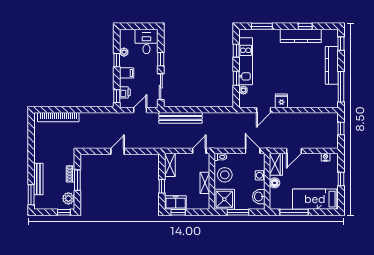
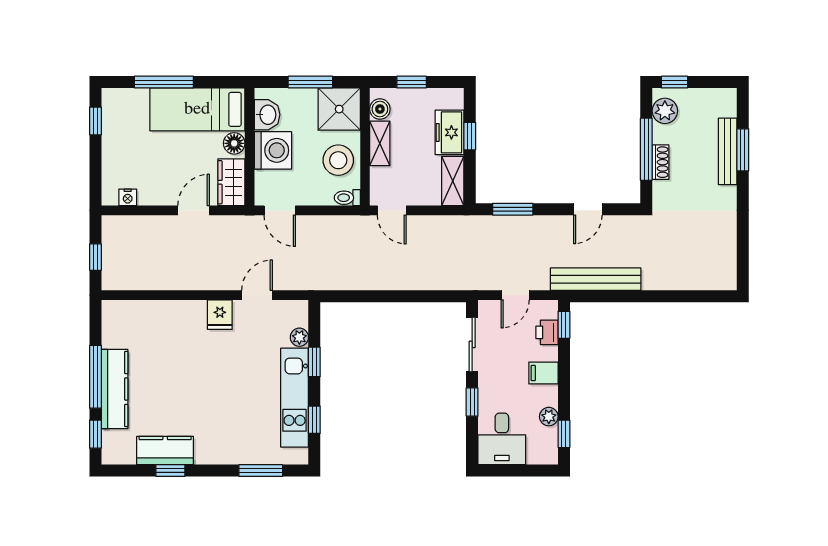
kitchen counter: (301, 36) -> (165, 450), width x0.67
window: (117, 60) -> (564, 434), moved
window: (341, 87) -> (95, 377), moved
bookcase: (58, 117) -> (686, 281), removed
bench: (180, 118) -> (596, 279), moved
door: (117, 151) -> (588, 209), moved
window: (141, 151) -> (513, 209), added
door: (199, 151) -> (392, 210), hinge flipped
washing machine: (260, 175) -> (273, 150), width x1.89, depth x1.89
window: (341, 179) -> (95, 121), moved
window: (77, 180) -> (646, 149), width x1.44
window: (31, 195) -> (743, 150), moved
boiler: (205, 199) -> (380, 109), added
bed: (315, 199) -> (197, 109), moved, turned 180
freezer: (176, 202) -> (449, 132), moved, turned 90
window: (178, 212) -> (412, 82), moved
window: (294, 212) -> (164, 82), moved

